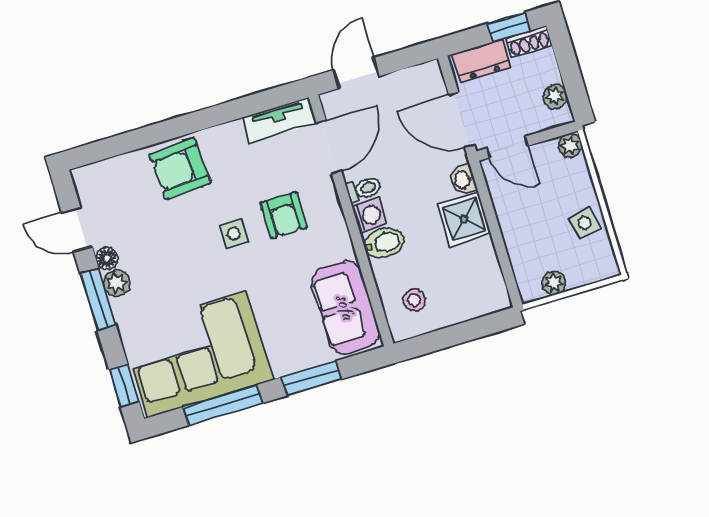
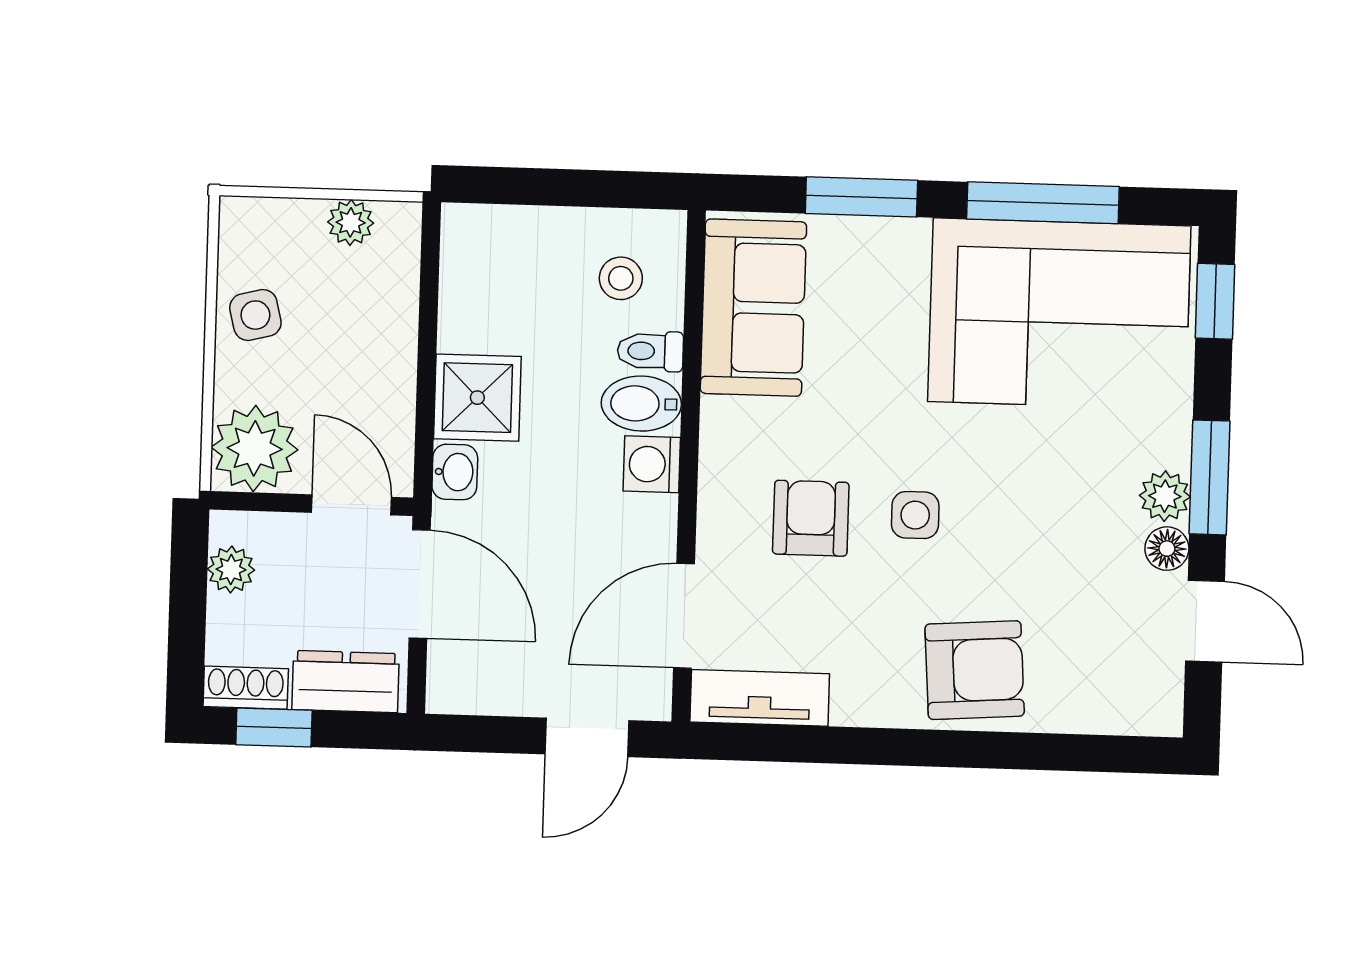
plant: (570, 146) -> (255, 448), width x1.88, depth x1.88
toilet: (364, 189) -> (650, 351), moved

